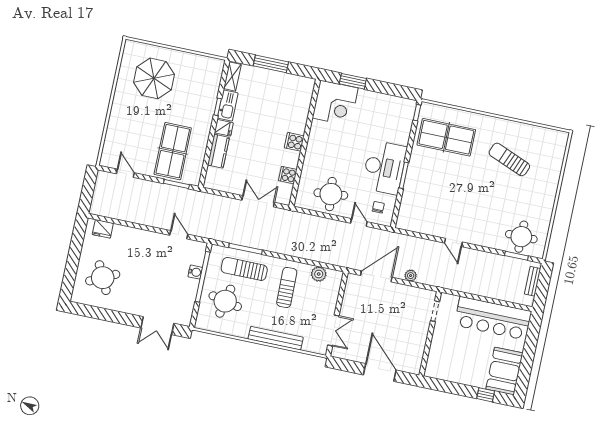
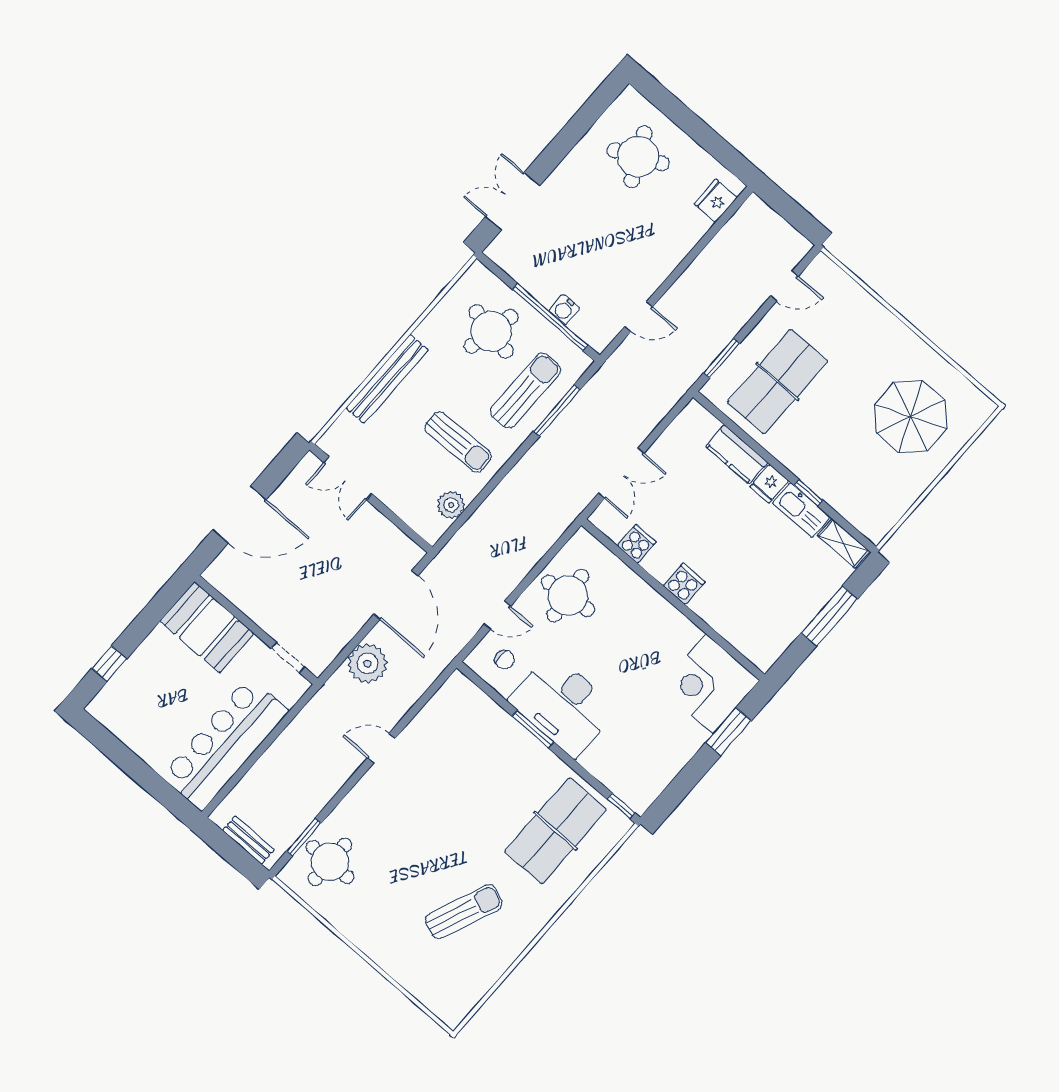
table tennis table: (173, 151) -> (778, 382), turned 90
plant: (411, 276) -> (367, 663), width x1.88, depth x1.88
booth: (504, 371) -> (207, 627), moved

